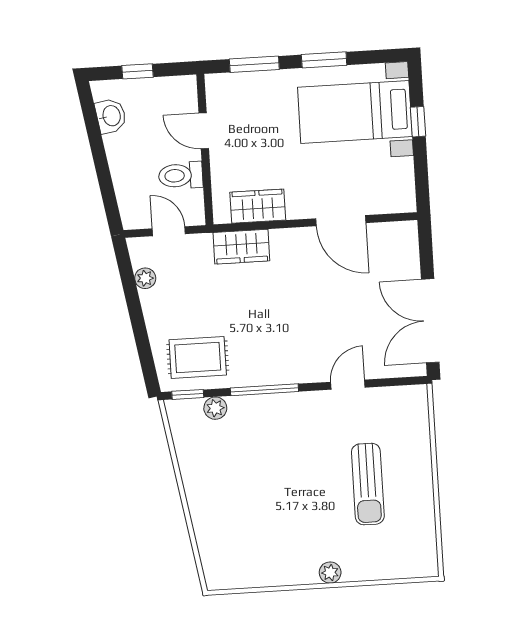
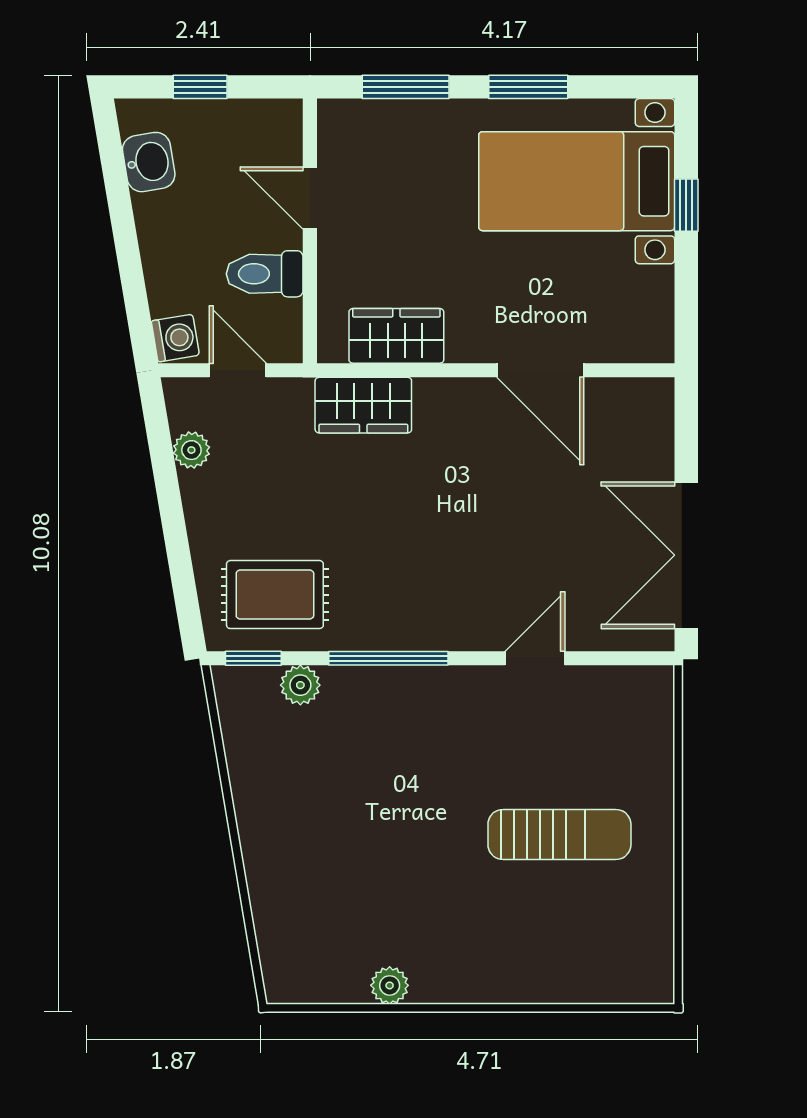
washing machine: (132, 215) -> (175, 338), added
sun lounger: (368, 484) -> (559, 834), turned -90
plant: (330, 573) -> (390, 985), moved

